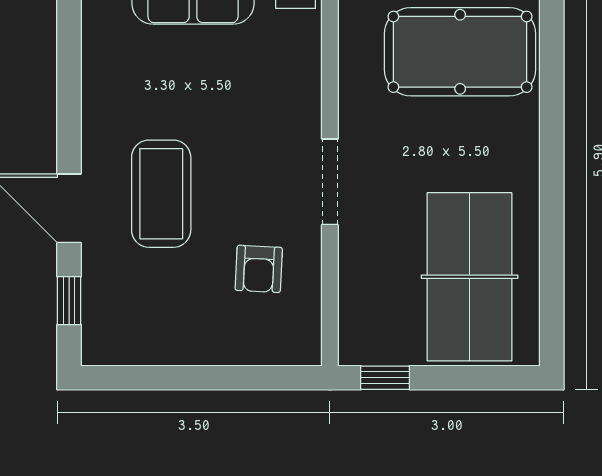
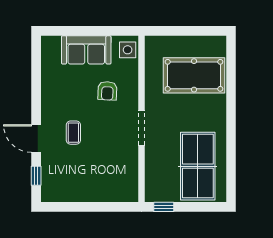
coffee table: (161, 194) -> (73, 133), width x0.54, depth x0.58
armchair: (259, 269) -> (107, 91), moved

